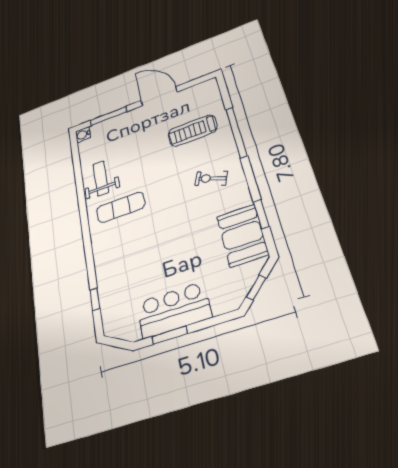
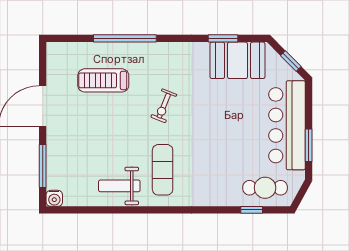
treadmill: (193, 131) -> (103, 80), turned 90
exercise bike: (211, 178) -> (164, 106), moved
cafe table: (118, 305) -> (265, 188), added
bar counter: (174, 310) -> (287, 125), width x1.36

